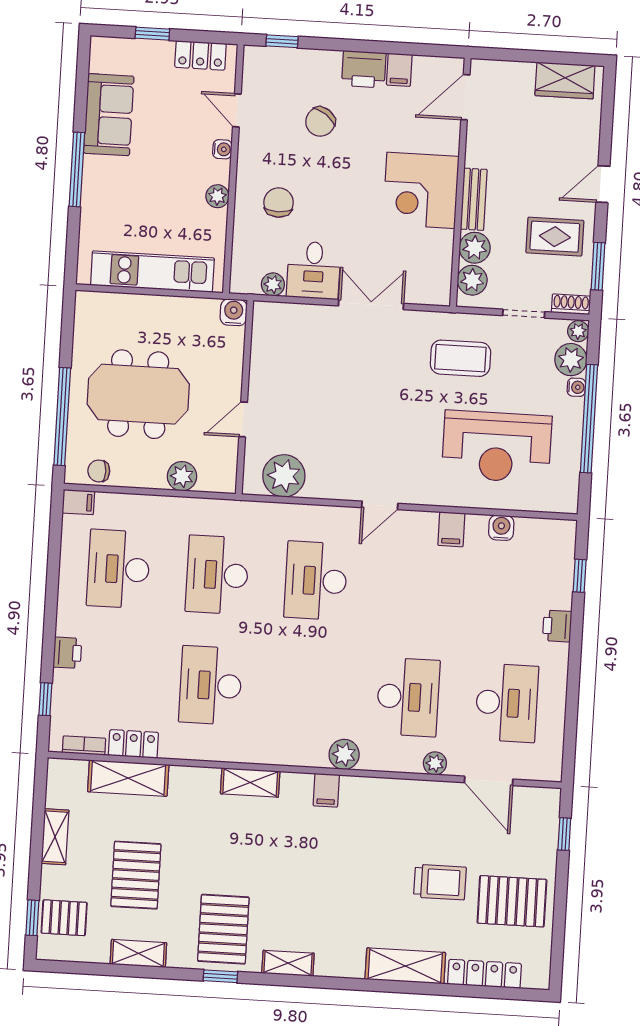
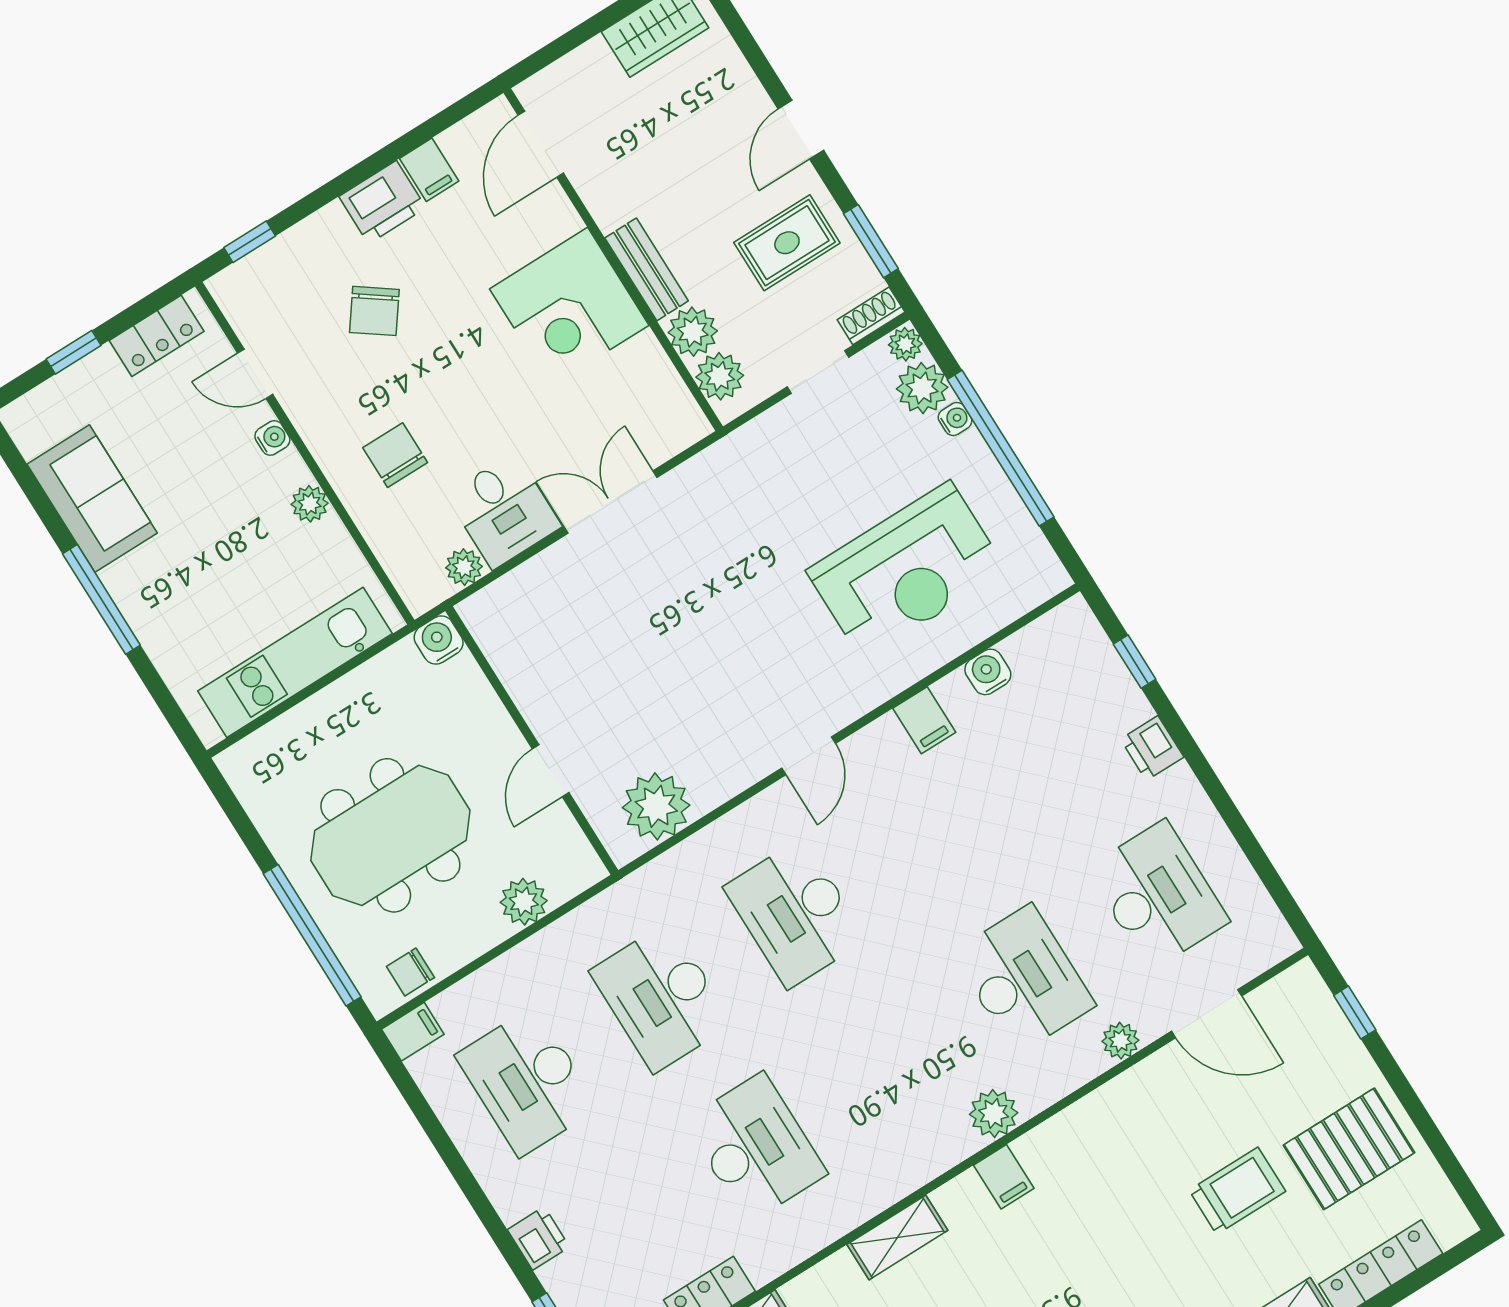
coffee table: (460, 358) -> (777, 489), removed
desk: (211, 685) -> (755, 1147), turned 180

